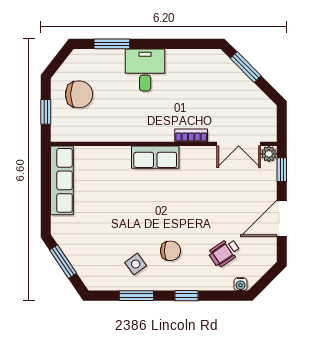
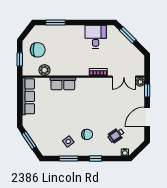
desk: (145, 70) -> (96, 37), moved
plant: (92, 132) -> (44, 70), added
row of seats: (155, 157) -> (63, 84), moved

